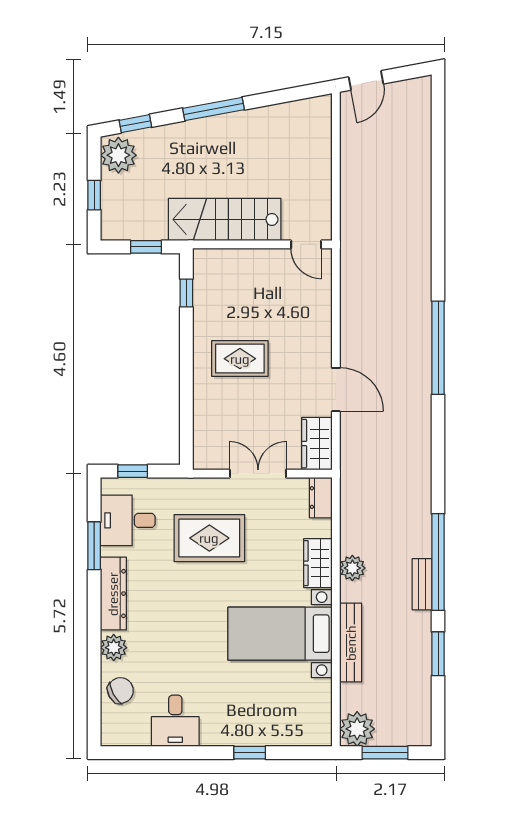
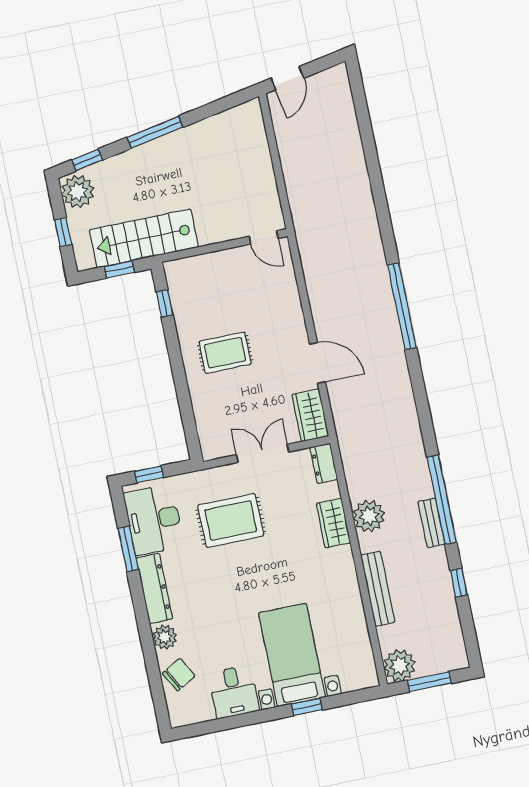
stairs: (225, 219) -> (144, 238), moved
desk: (128, 520) -> (154, 520), width x1.37
plant: (352, 568) -> (369, 516), width x1.36, depth x1.36
bed with nightstands: (280, 634) -> (292, 655), moved, turned 90
window: (438, 654) -> (459, 583), width x0.67

